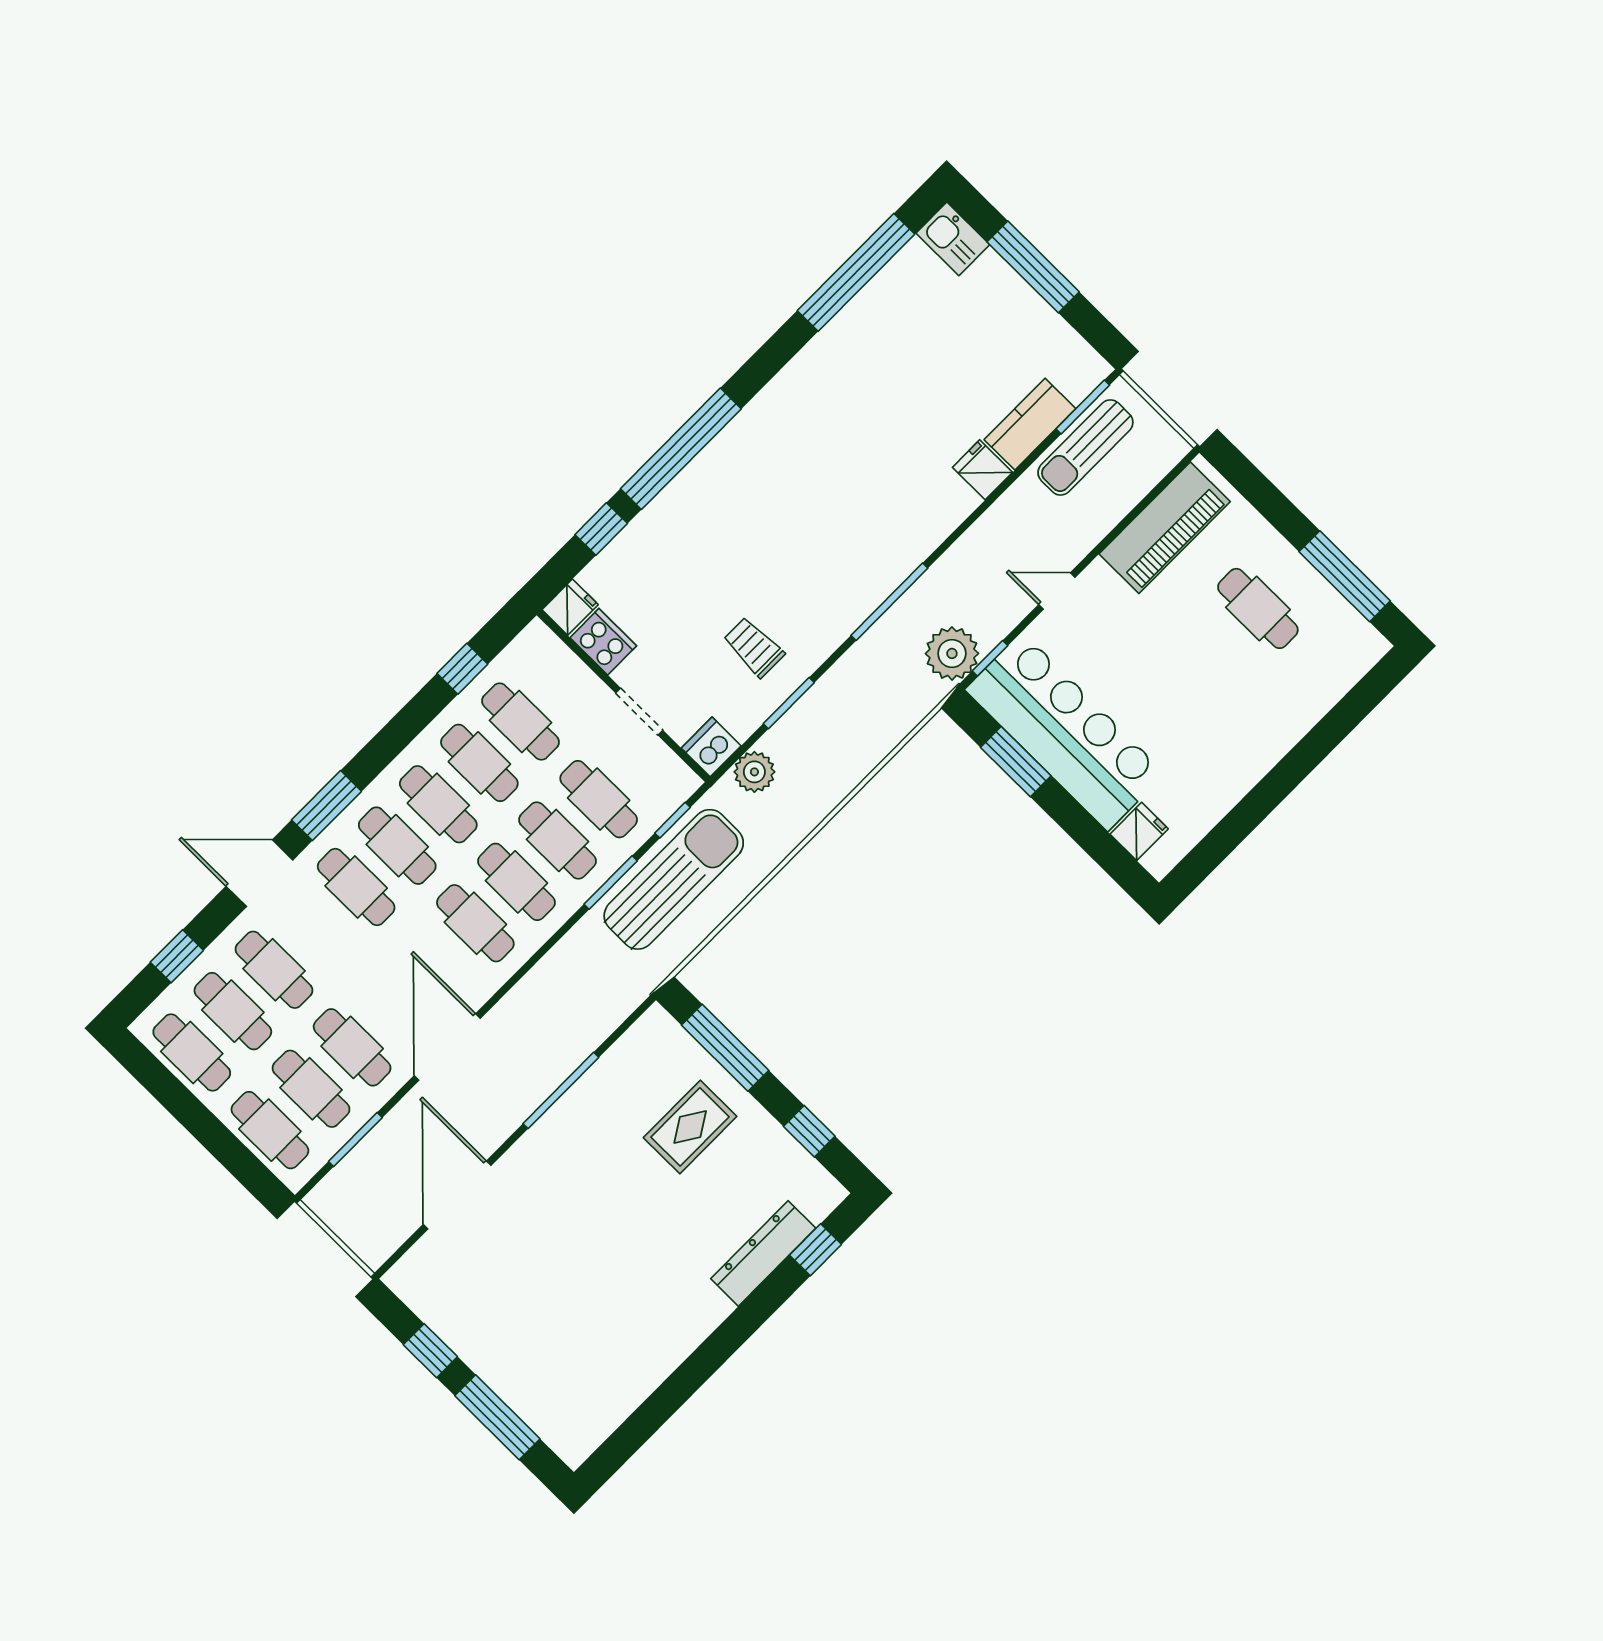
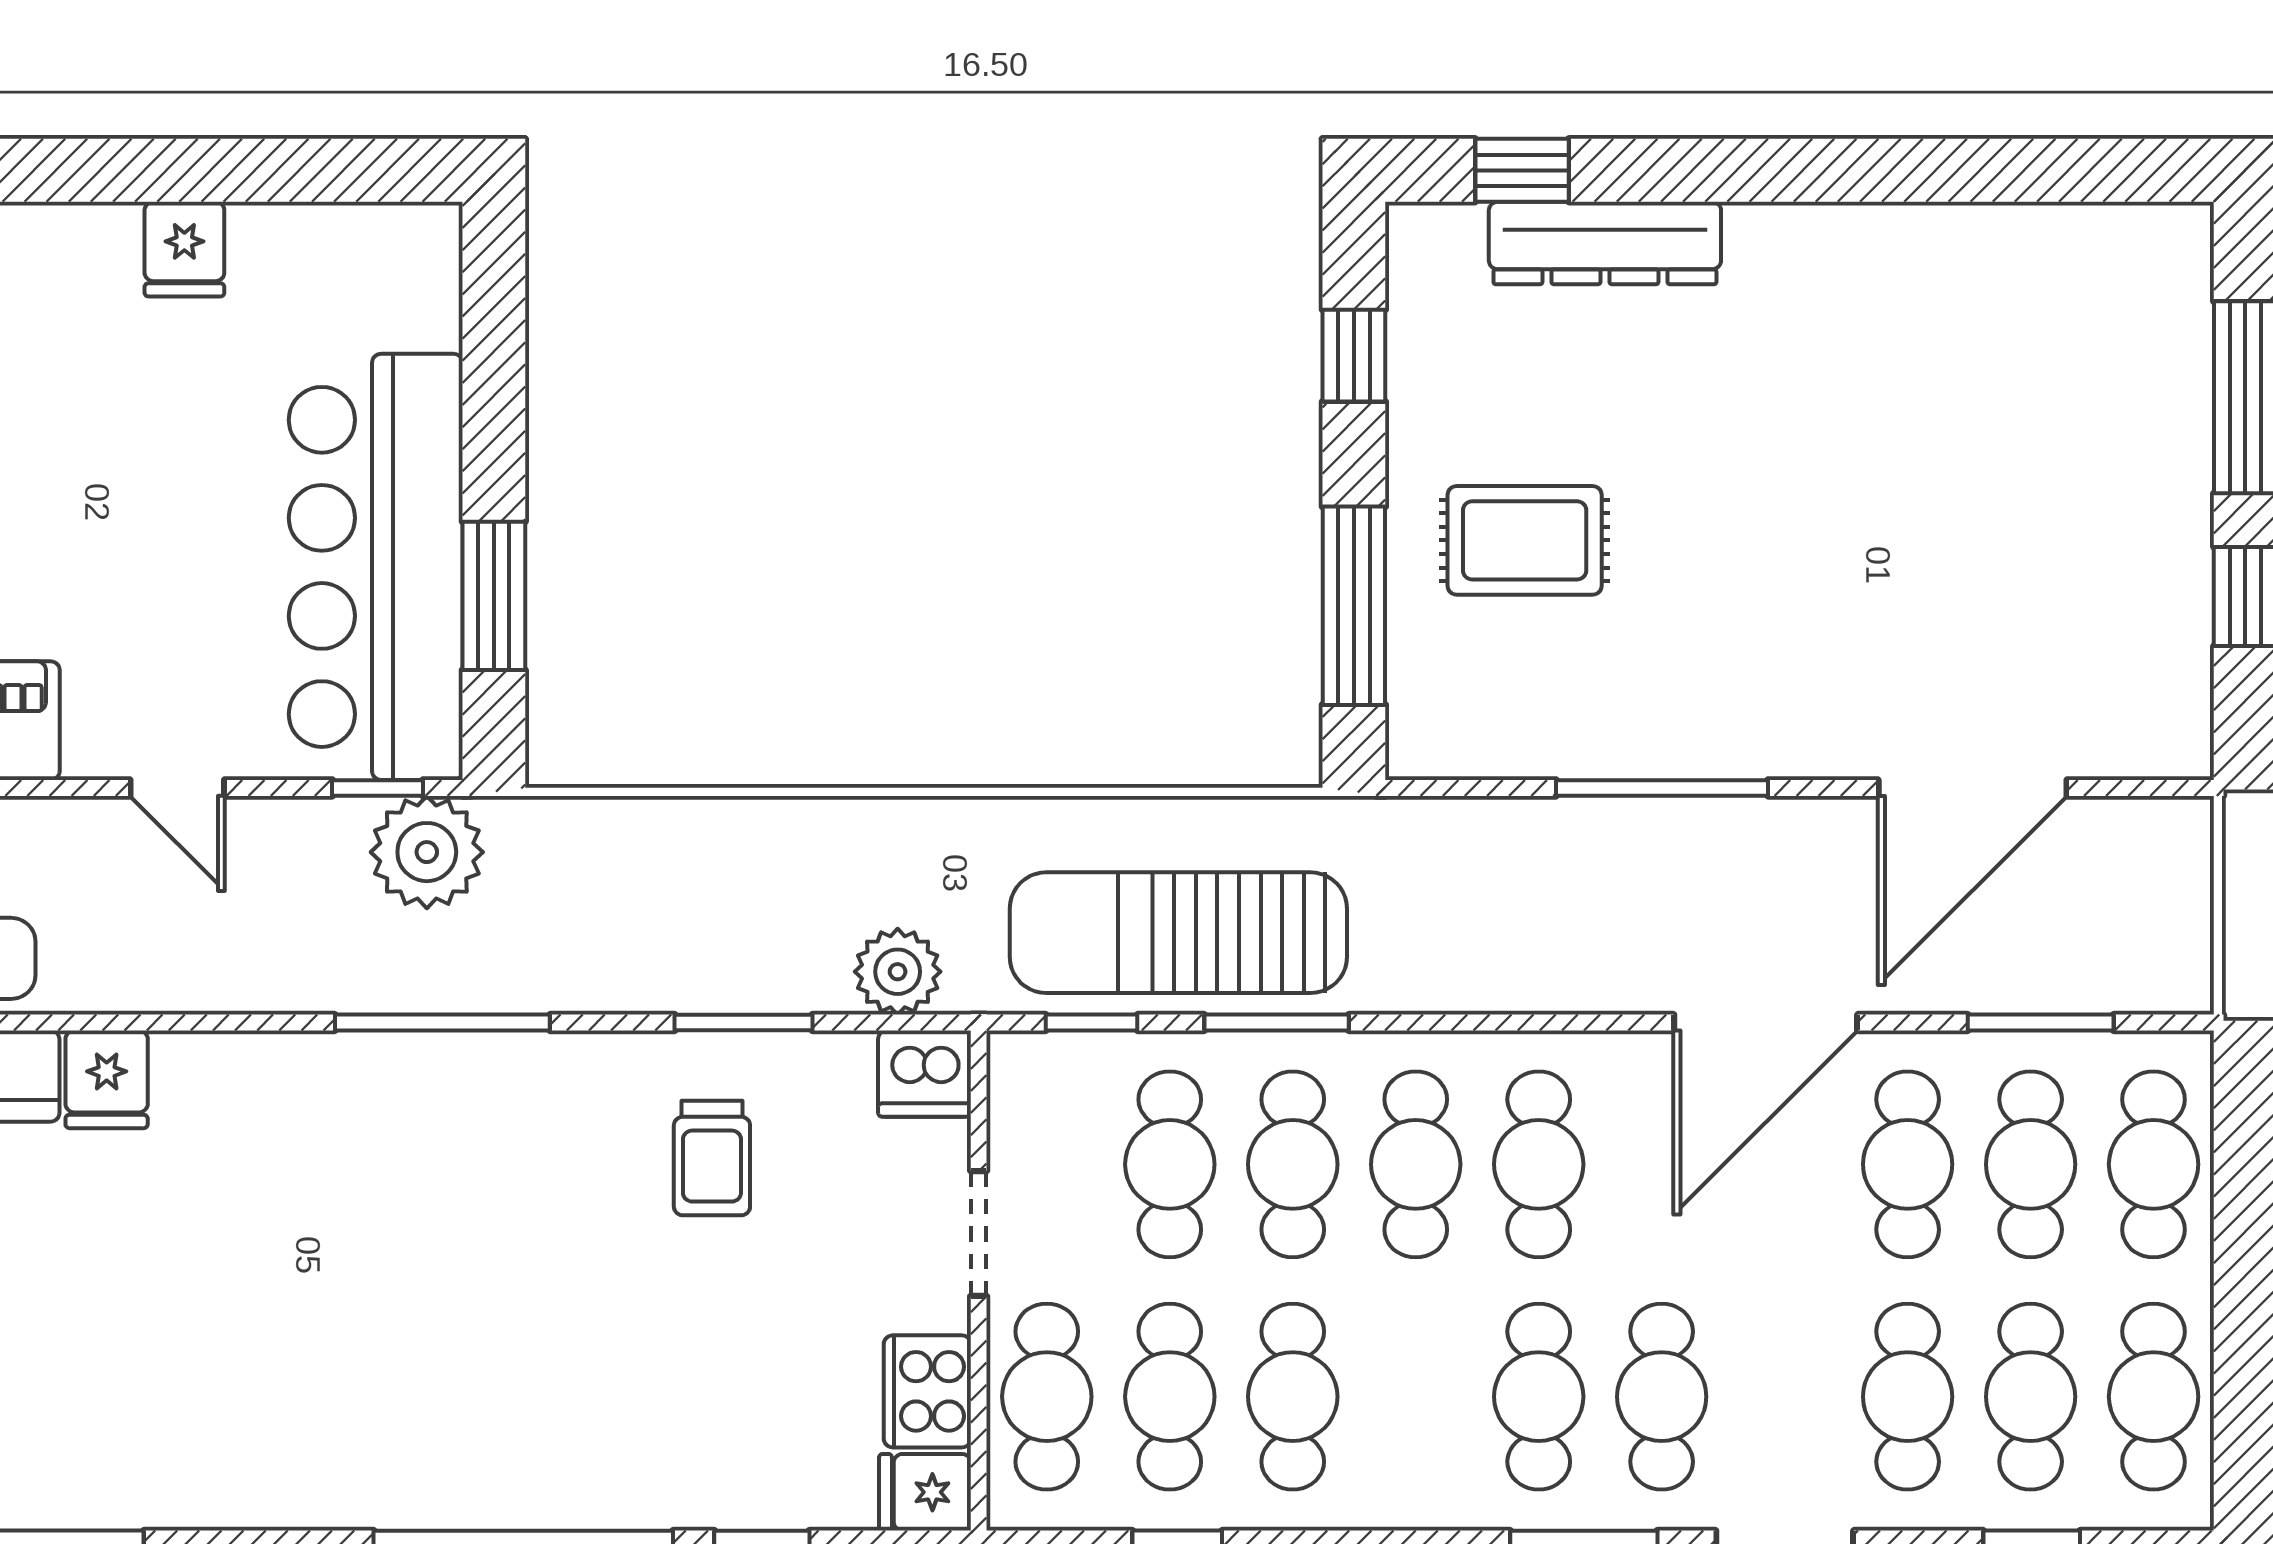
cafe table: (438, 804) -> (1047, 1397), moved
fridge: (1139, 831) -> (184, 249), moved, turned -90

